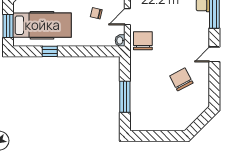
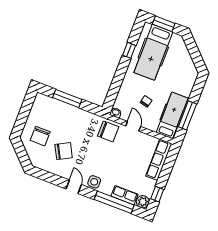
side table: (201, 35) -> (94, 182), added
chair: (175, 110) -> (40, 136), added

